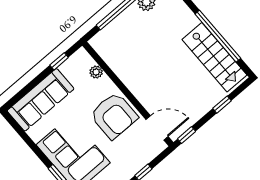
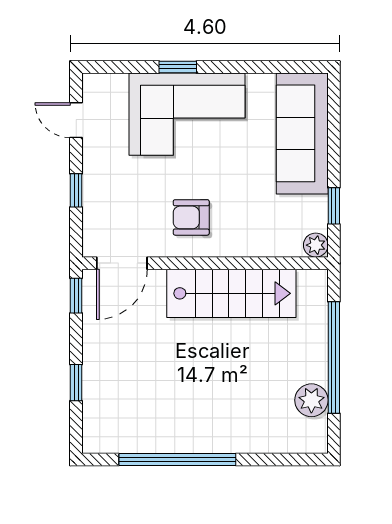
stairs: (214, 57) -> (231, 293), moved, turned 180
plant: (96, 72) -> (316, 245), moved
armchair: (114, 116) -> (191, 217), width x0.53, depth x0.53

